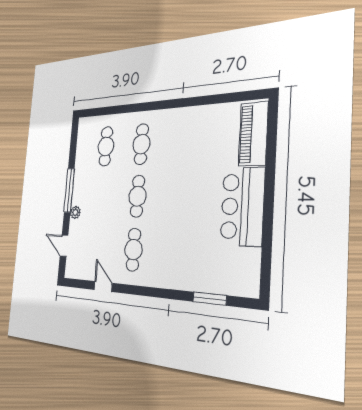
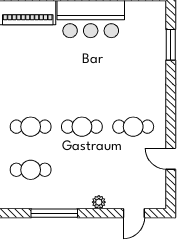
window: (69, 190) -> (54, 213), moved
door: (103, 286) -> (171, 159), hinge flipped

